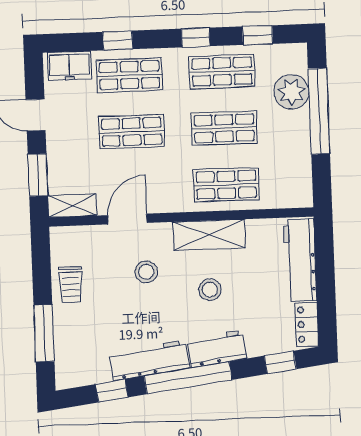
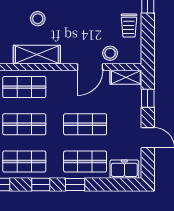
window: (118, 40) -> (75, 185), moved
window: (38, 175) -> (148, 98), width x0.67
stool: (146, 272) -> (110, 53), moved
trolley: (71, 284) -> (129, 26), turned 180

